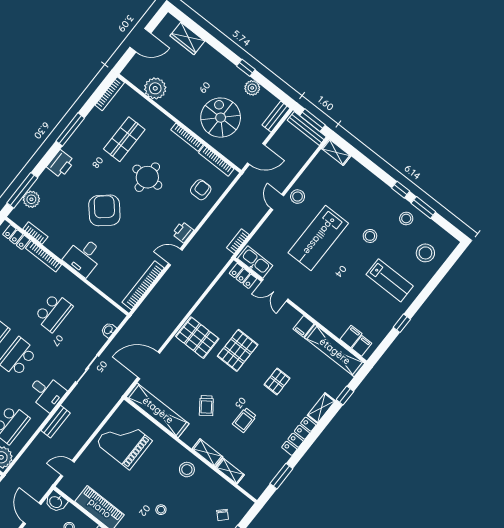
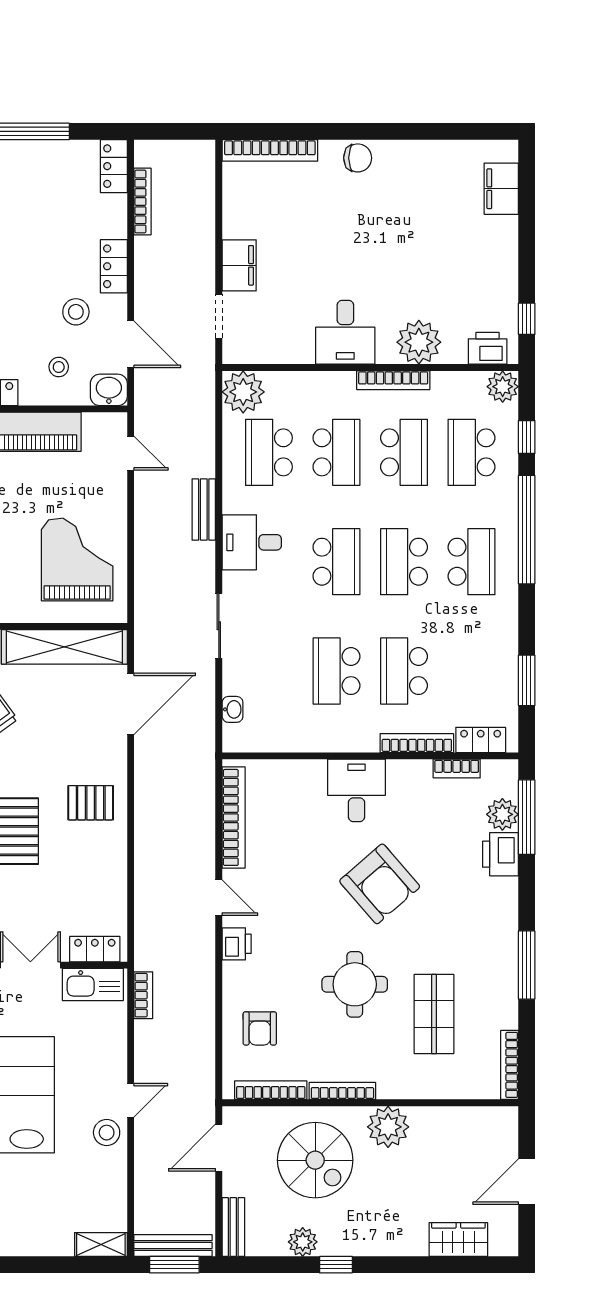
plant: (155, 88) -> (388, 1127), moved
printer: (61, 164) -> (500, 854), moved
door: (277, 202) -> (131, 1100), hinge flipped
door: (175, 257) -> (219, 898), hinge flipped
school desk: (25, 290) -> (404, 671), added
pallet: (197, 338) -> (91, 803), width x0.67, depth x0.71
grand piano: (124, 442) -> (77, 559), turned -90
door: (67, 469) -> (131, 453), hinge flipped

